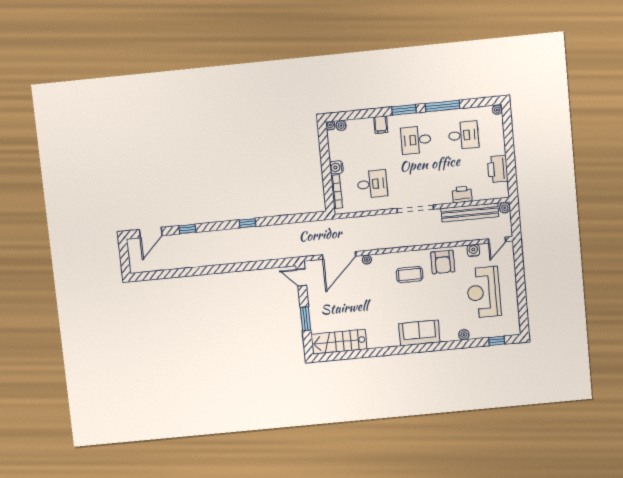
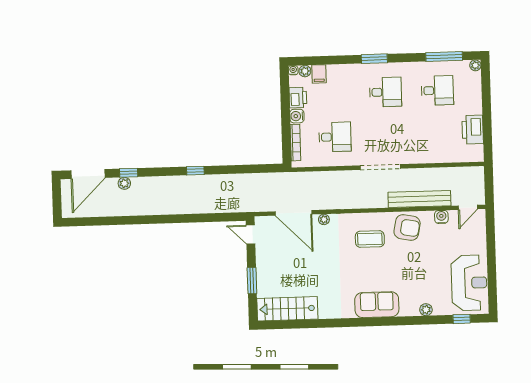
window: (443, 106) -> (444, 56), moved
filing cabinet: (381, 125) -> (319, 74), moved
desk: (416, 140) -> (385, 92), turned 180
printer: (462, 194) -> (298, 98), moved, turned 90
plant: (505, 208) -> (124, 183), moved
bench: (470, 213) -> (419, 199), moved
door: (151, 233) -> (88, 174), width x1.36
door: (339, 255) -> (294, 213), hinge flipped
armchair: (443, 262) -> (407, 227), turned -79
reception desk: (484, 292) -> (469, 283), moved, turned 180

